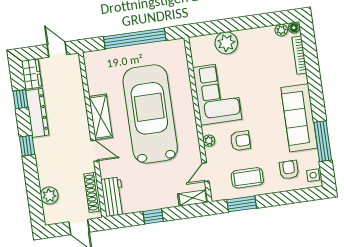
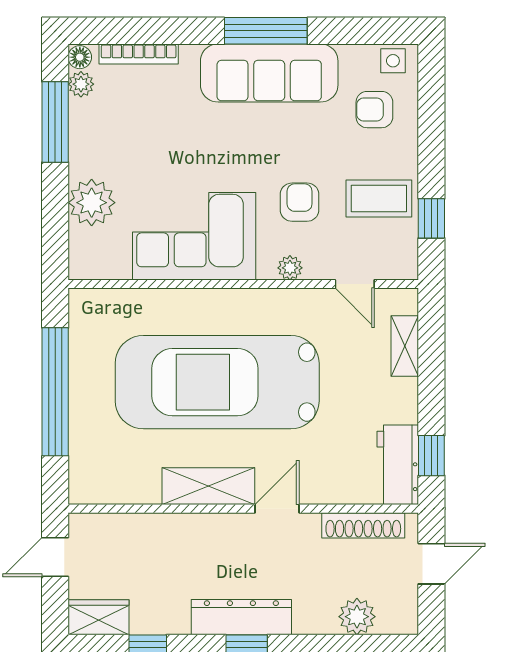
window: (262, 20) -> (55, 122), added
dresser: (37, 113) -> (241, 617), moved
window: (323, 141) -> (266, 31), moved
coffee table: (247, 178) -> (379, 199), turned 90
workbench: (113, 197) -> (398, 465), moved, turned -90
shelving: (193, 198) -> (405, 346), moved
window: (242, 204) -> (431, 218), width x0.67
window: (153, 216) -> (431, 456), moved

